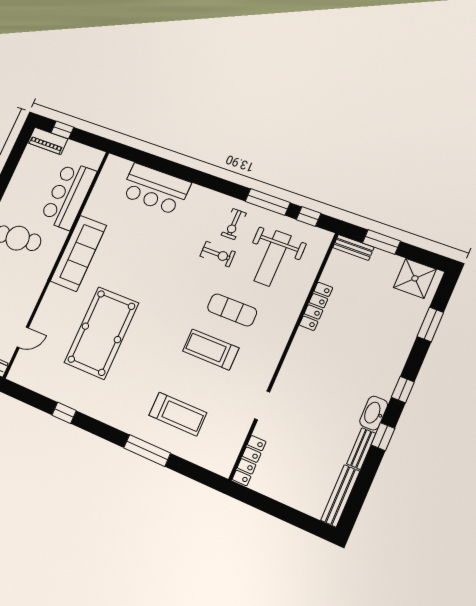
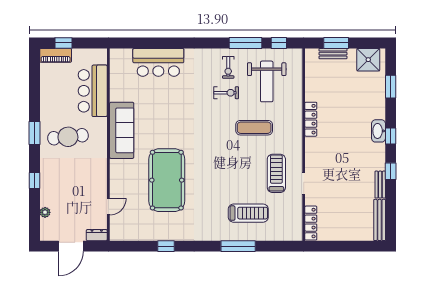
bench: (353, 247) -> (333, 54), moved
locker: (316, 306) -> (311, 119), moved
treadmill: (211, 349) -> (276, 173), moved, turned 90
washbasin: (374, 413) -> (378, 131), moved

